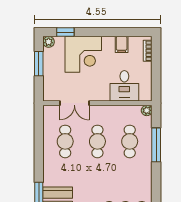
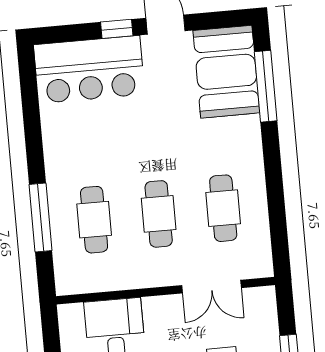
double door: (74, 103) -> (212, 287), swing flipped
plant: (147, 110) -> (66, 285), removed

